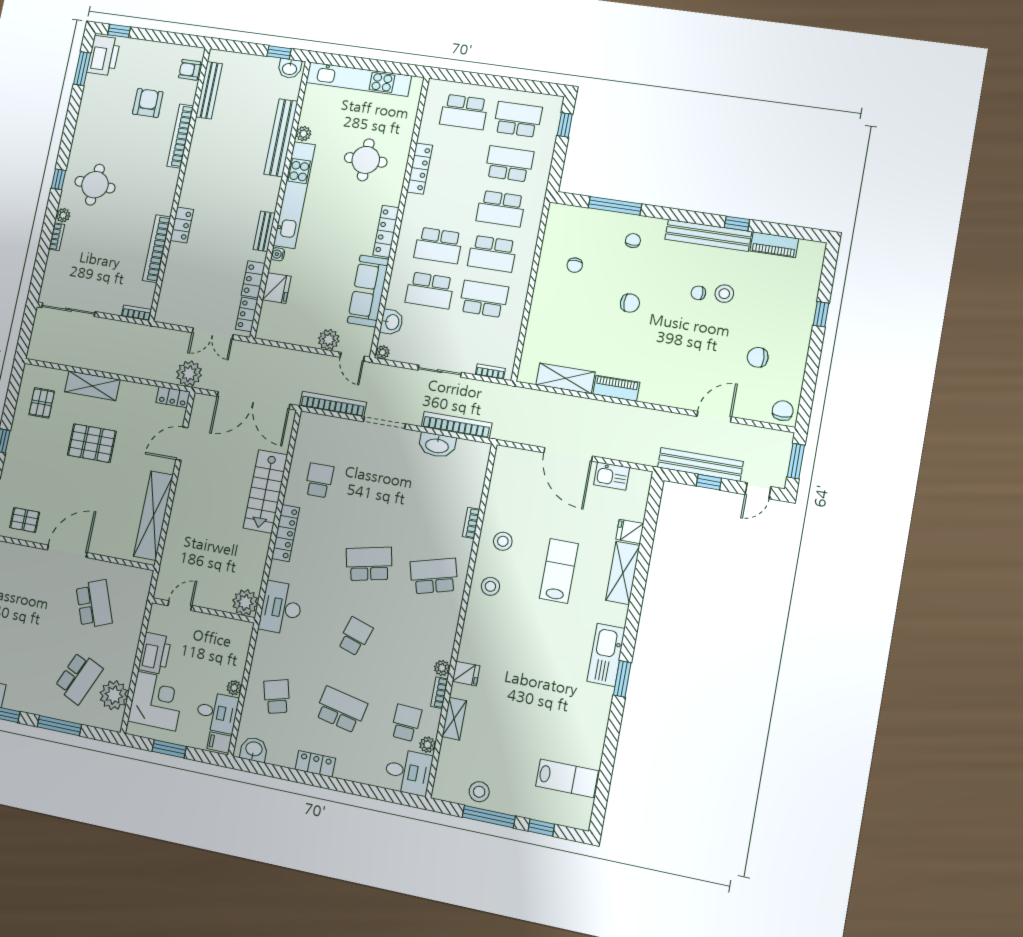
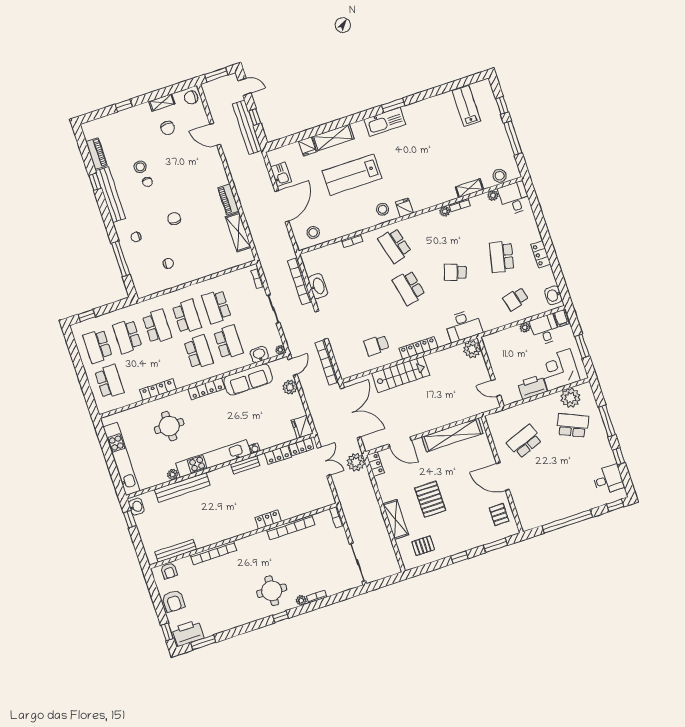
armchair: (148, 103) -> (173, 601), moved, turned -90
fridge: (277, 288) -> (302, 427), moved, turned -90
shelving: (797, 367) -> (162, 103), added
stool: (503, 541) -> (313, 233), moved
lab bench: (559, 571) -> (352, 175), width x1.36, depth x1.39
fridge: (466, 674) -> (404, 208), moved
school desk: (406, 723) -> (488, 215), removed
stool: (479, 792) -> (500, 176), moved

